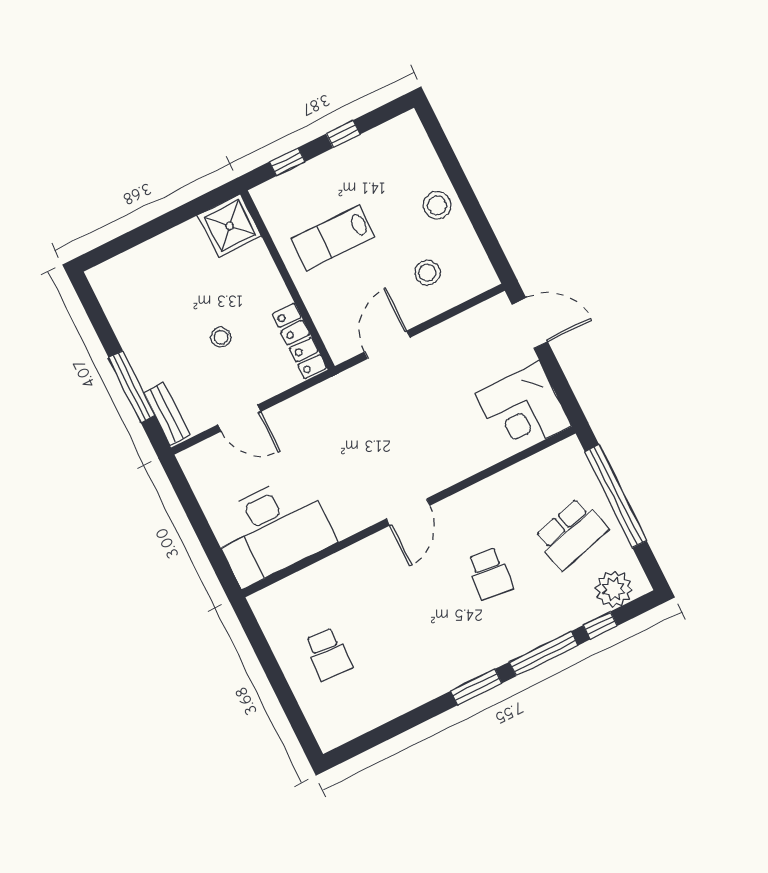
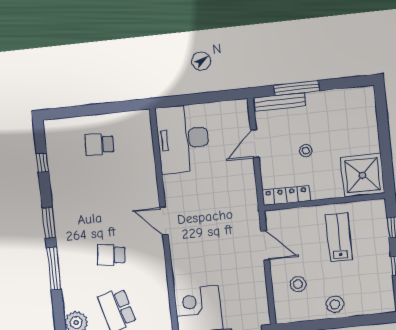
shower: (230, 226) -> (363, 175), width x1.37, depth x1.37
bench: (167, 414) -> (280, 102), width x1.36
window: (600, 626) -> (42, 163), moved

